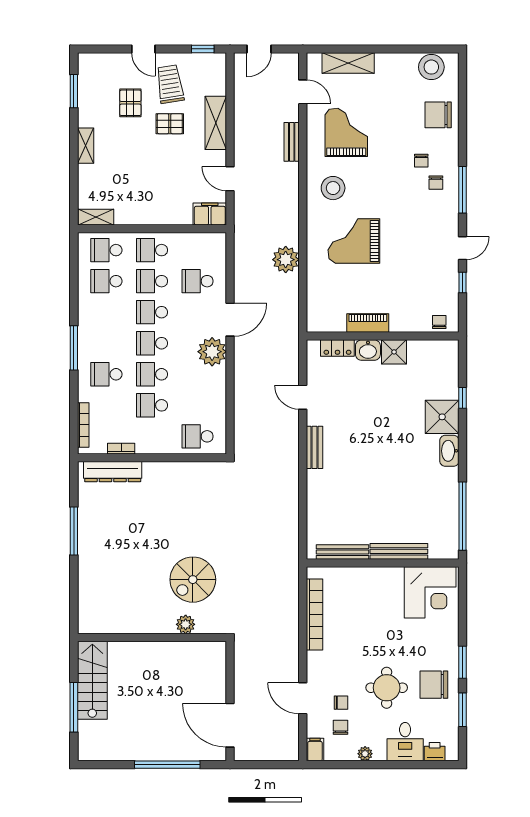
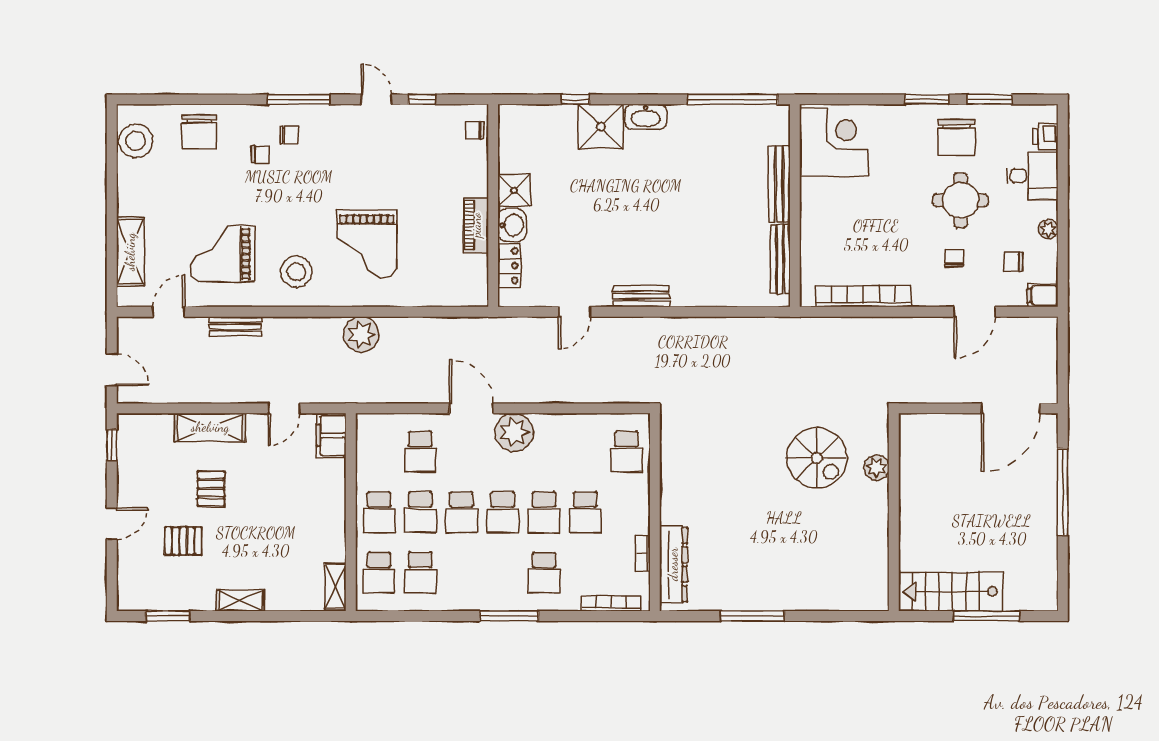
trolley: (170, 84) -> (158, 488), removed
plant: (286, 260) -> (361, 334), moved
chair: (341, 703) -> (954, 258), moved

